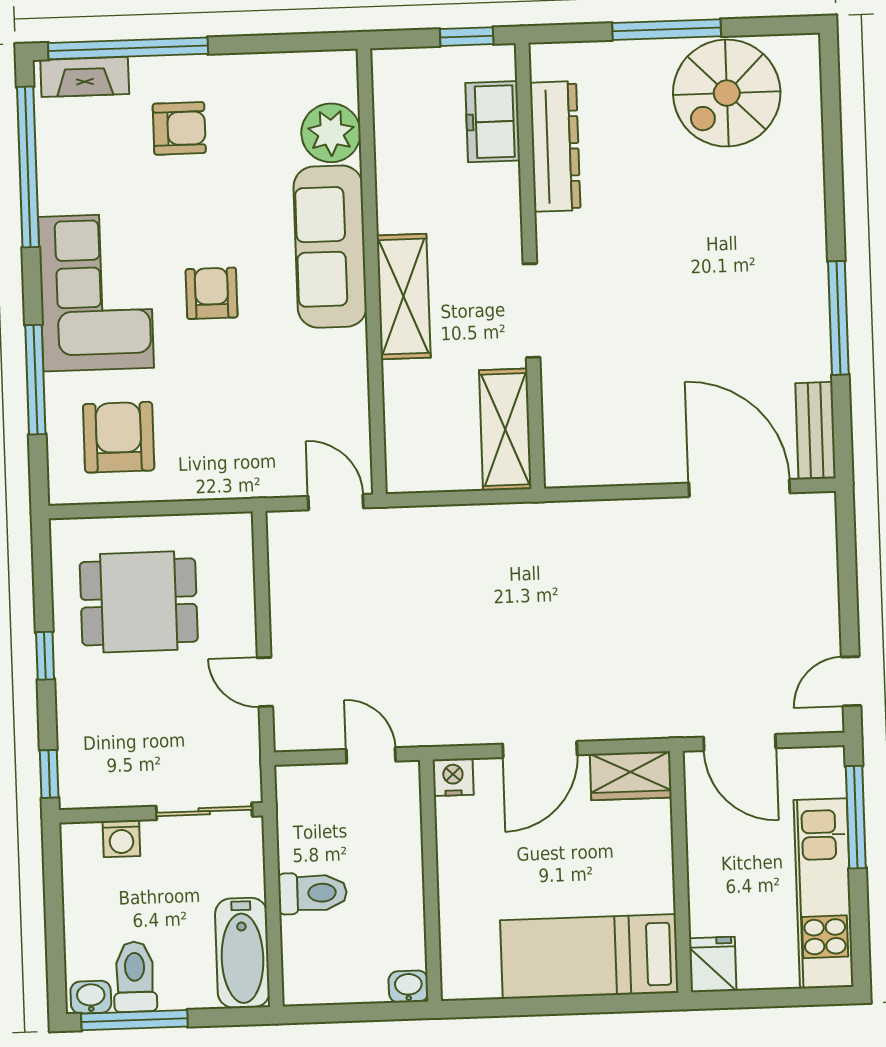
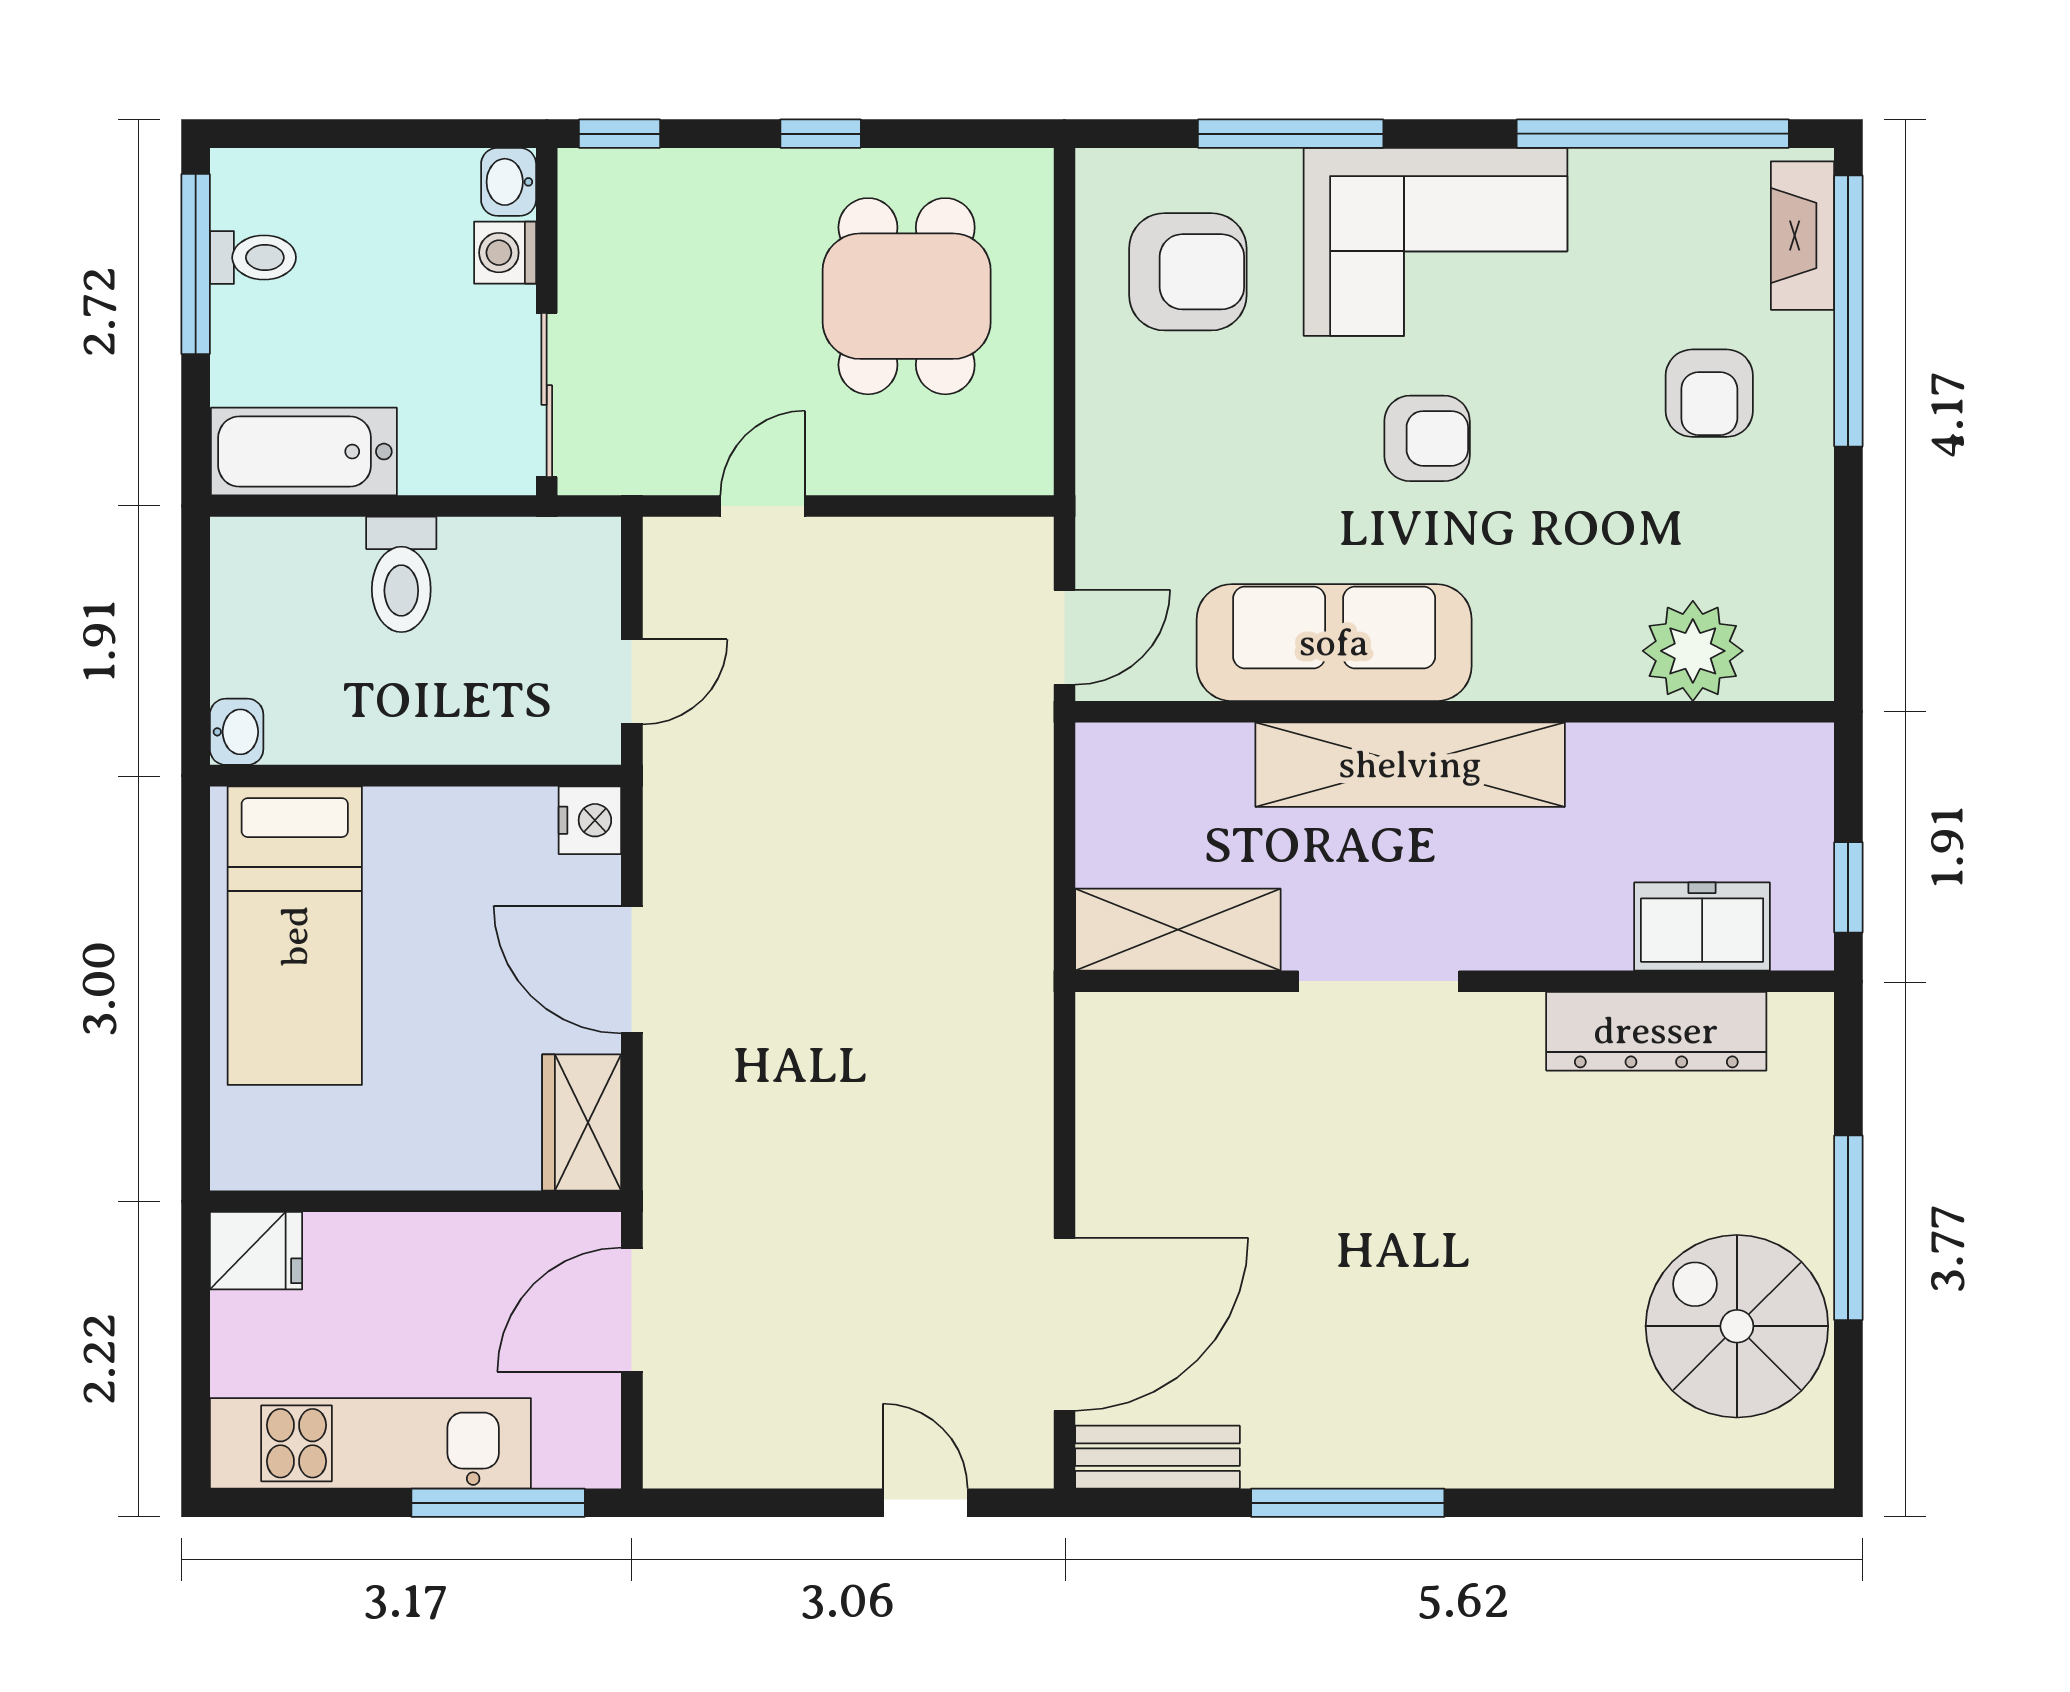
sofa: (330, 247) -> (1334, 643), moved
shelving: (404, 297) -> (1410, 765), width x1.47
door: (851, 681) -> (925, 1503), moved
bed: (589, 956) -> (295, 936), moved, turned 180
toilet: (135, 977) -> (253, 258), width x0.73, depth x0.72
washbasin: (91, 997) -> (509, 182), moved, turned 180

